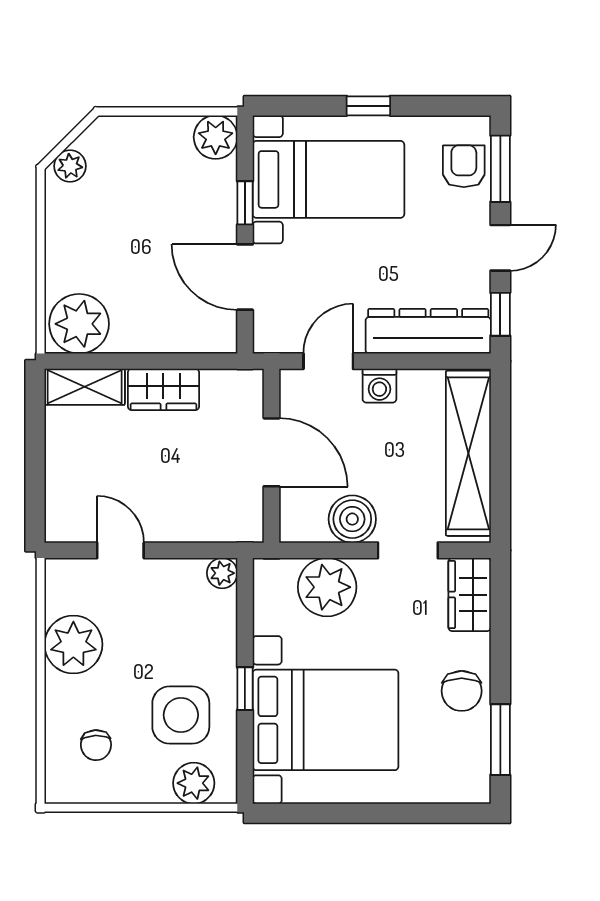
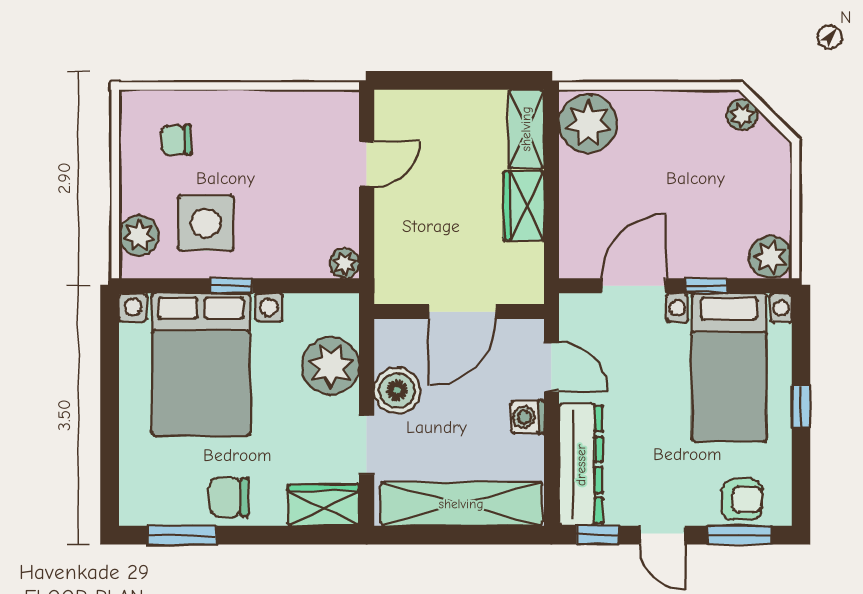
plant: (73, 644) -> (275, 118), removed

